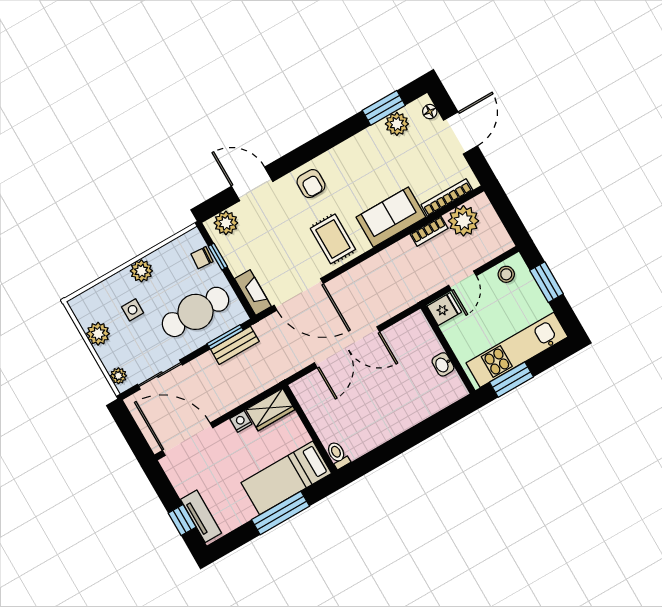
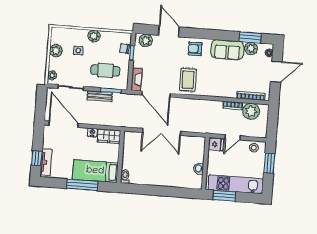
armchair: (311, 184) -> (195, 49), turned 90
sofa: (391, 217) -> (227, 50), moved, turned 180
cafe table: (195, 312) -> (105, 70), width x0.73, depth x0.74
bench: (235, 345) -> (100, 96), moved

